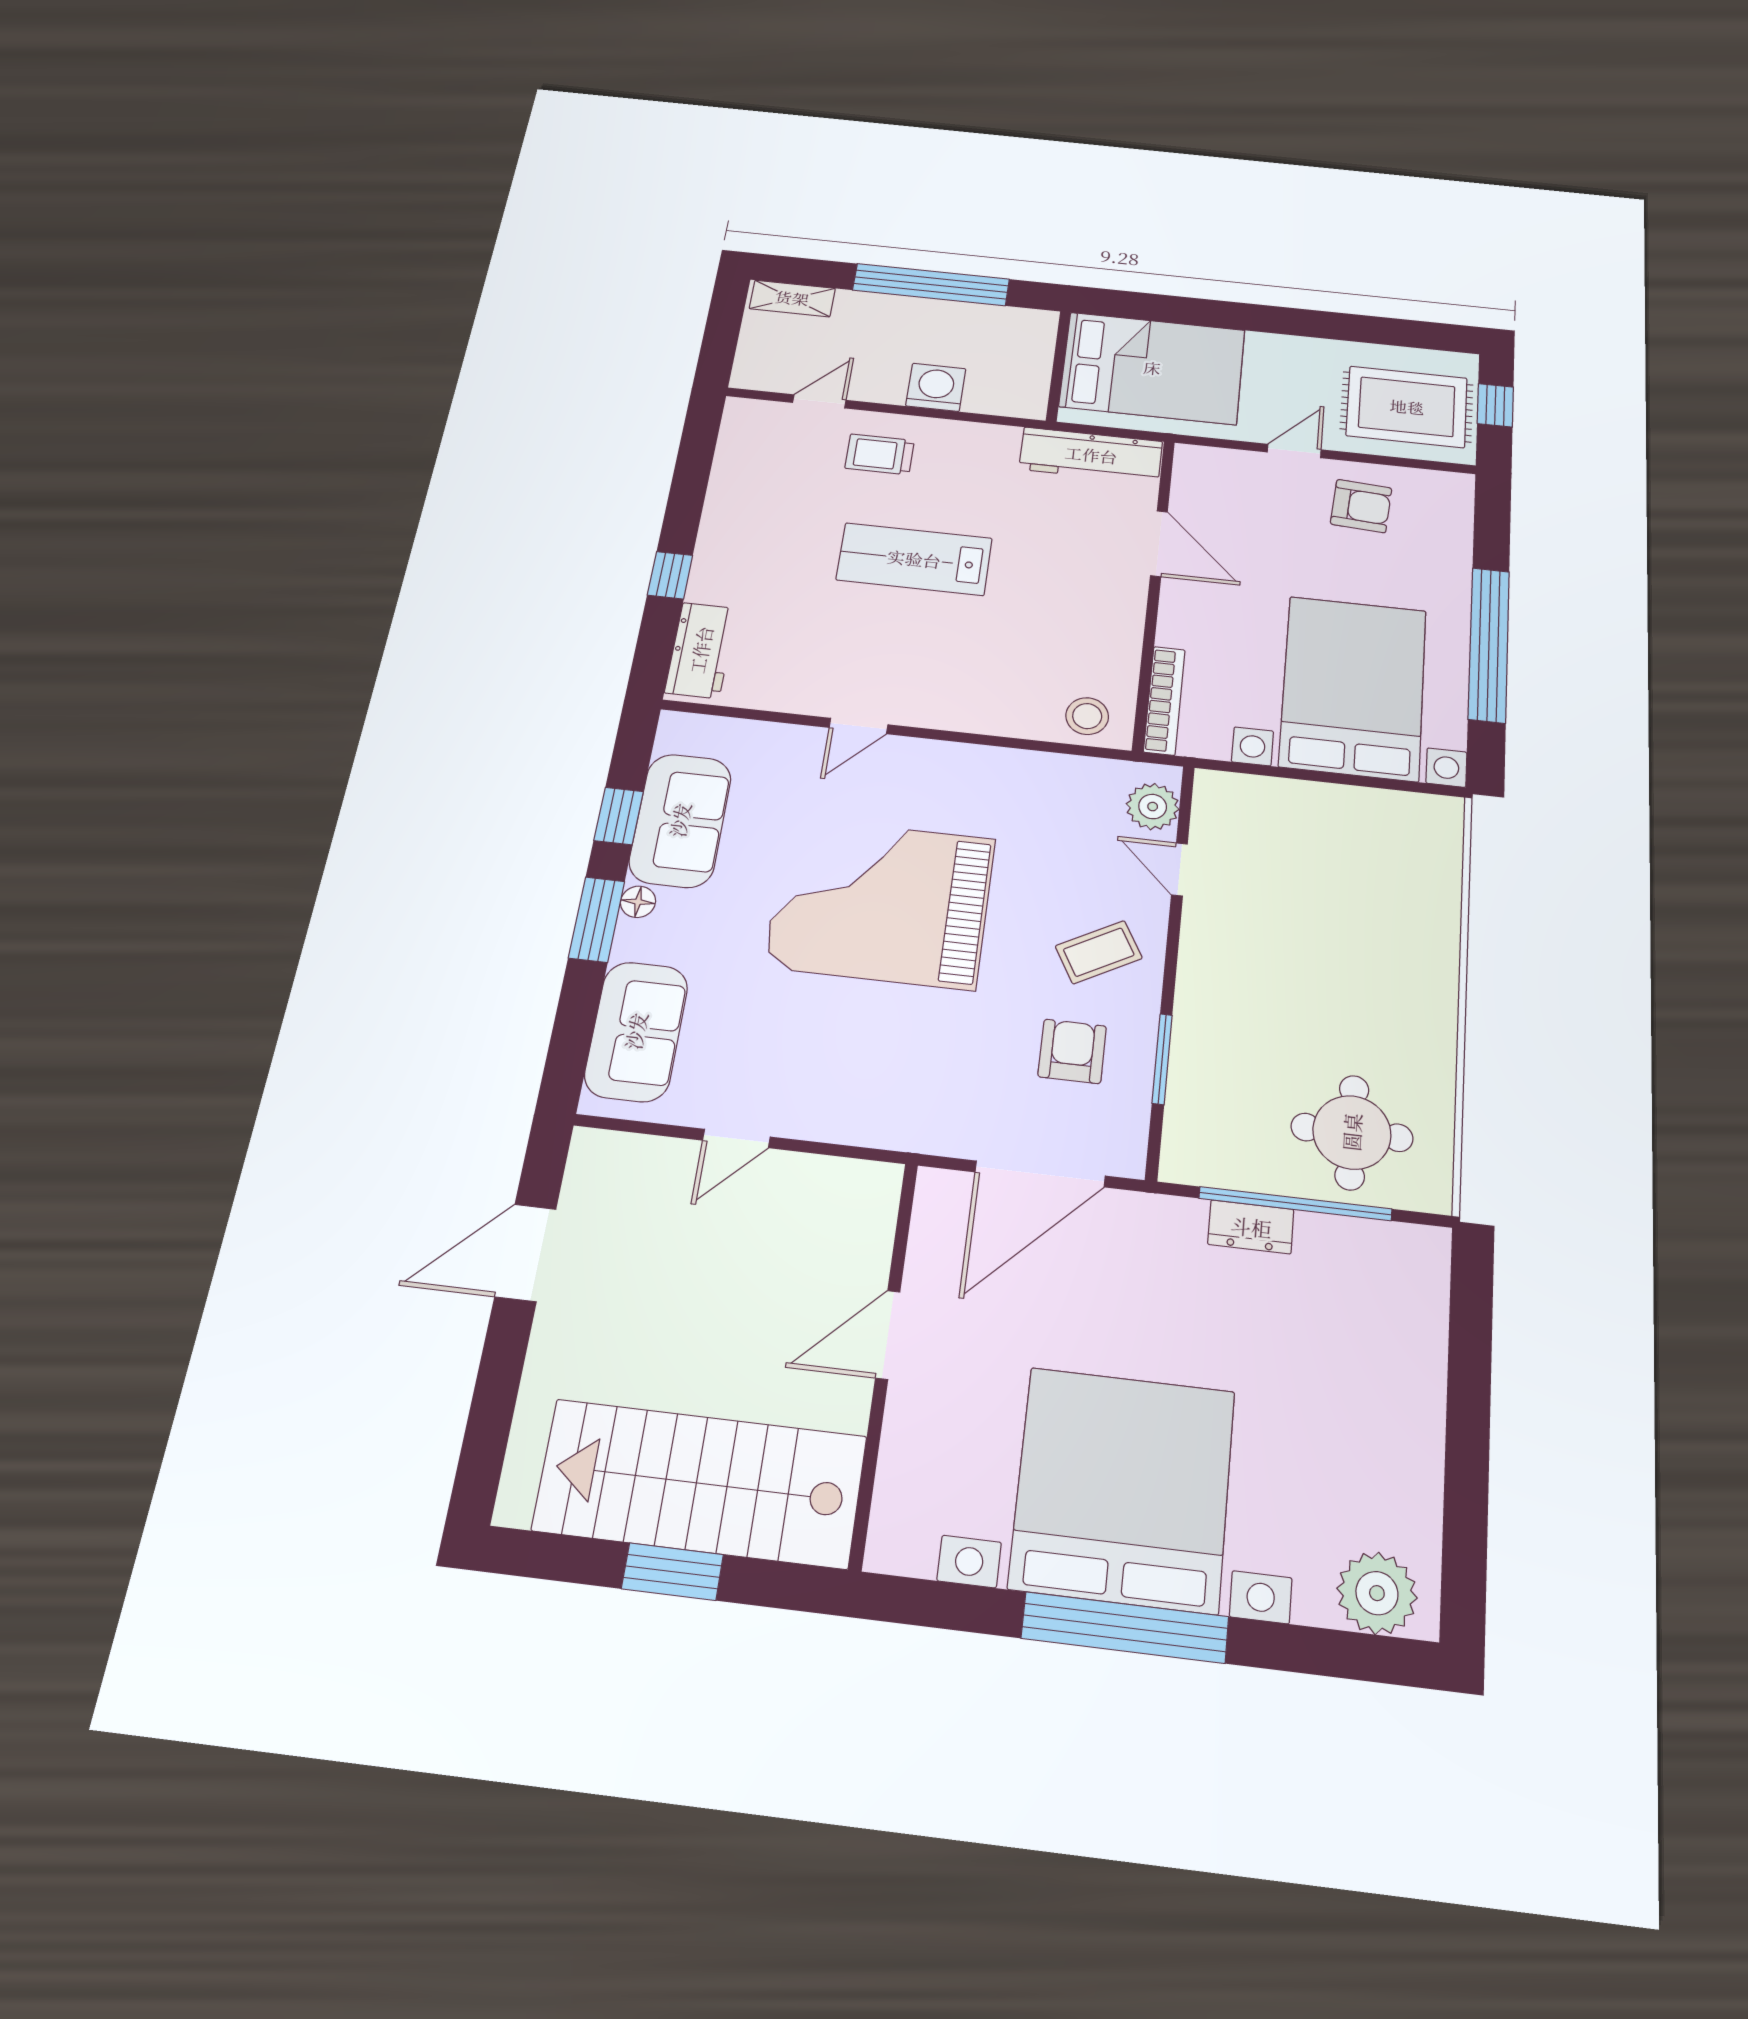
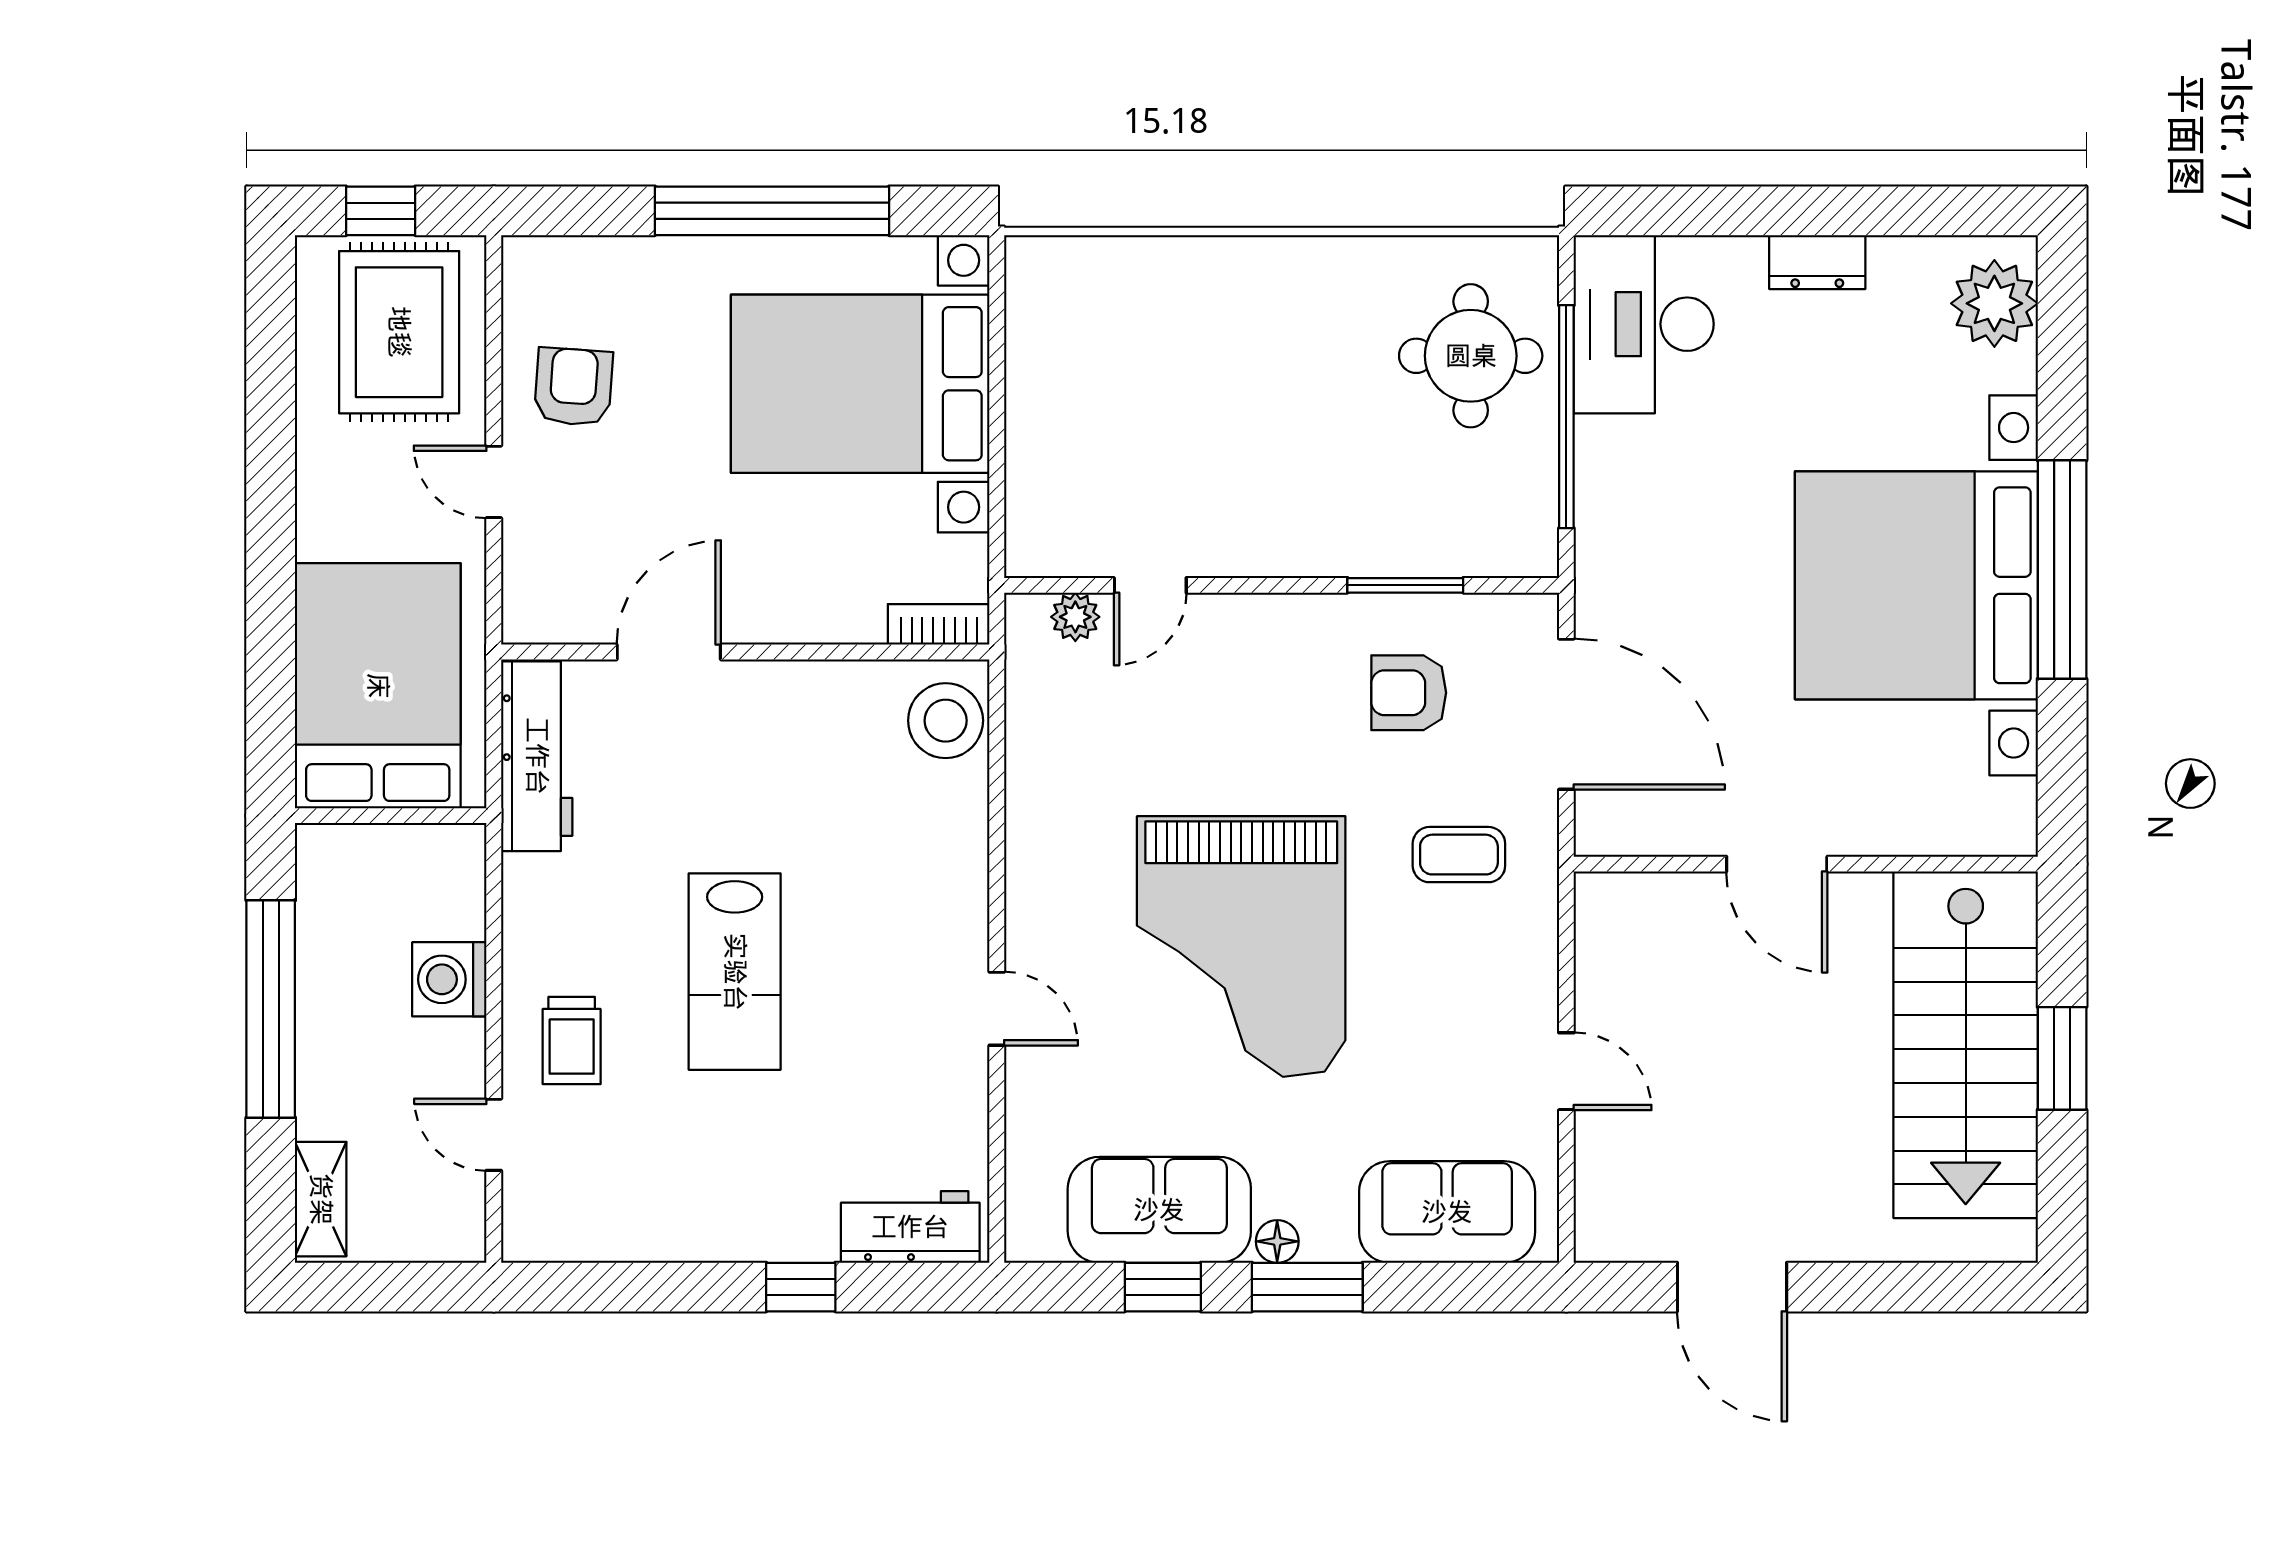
bookcase: (1164, 701) -> (939, 624), width x0.64
stool: (1087, 716) -> (946, 721), width x1.38, depth x1.38
plant: (1153, 807) -> (1075, 617), width x0.73, depth x0.73
coffee table: (1099, 952) -> (1459, 855), moved, turned -61
dresser: (1251, 1227) -> (1817, 262), moved, turned 90
desk: (1372, 1277) -> (1644, 324), added

